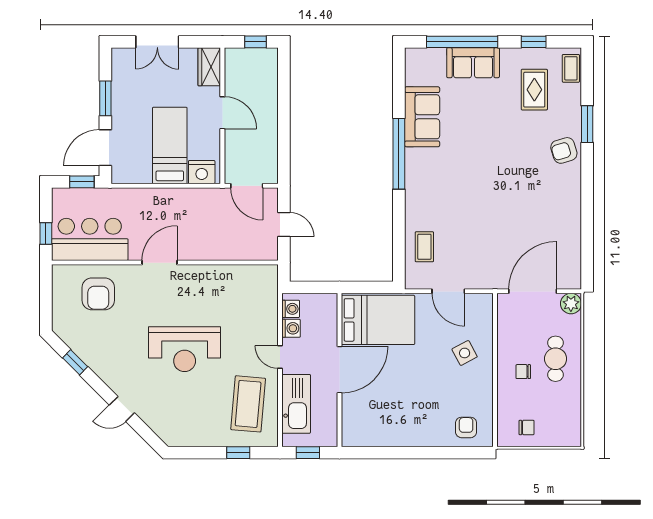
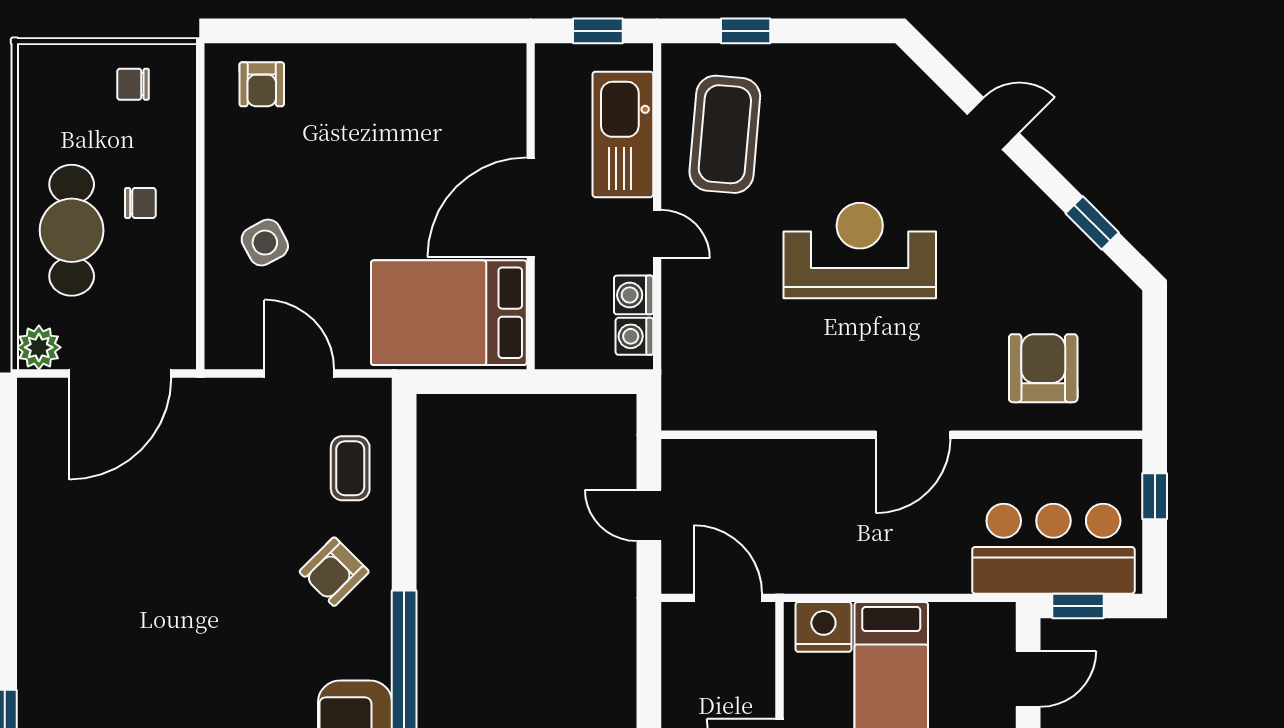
door: (105, 148) -> (1028, 679), width x0.73
armchair: (564, 150) -> (334, 572), moved, turned 152
bar counter: (90, 239) -> (1053, 549), moved, turned 180
cafe table: (556, 359) -> (72, 230), width x1.37, depth x1.35

